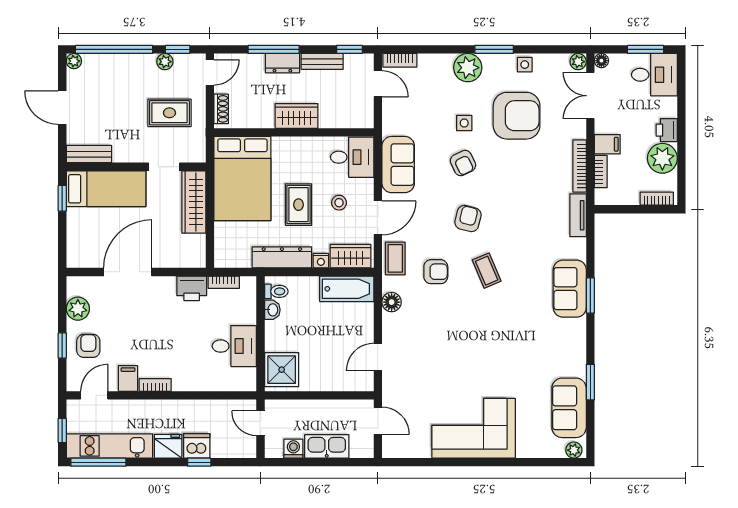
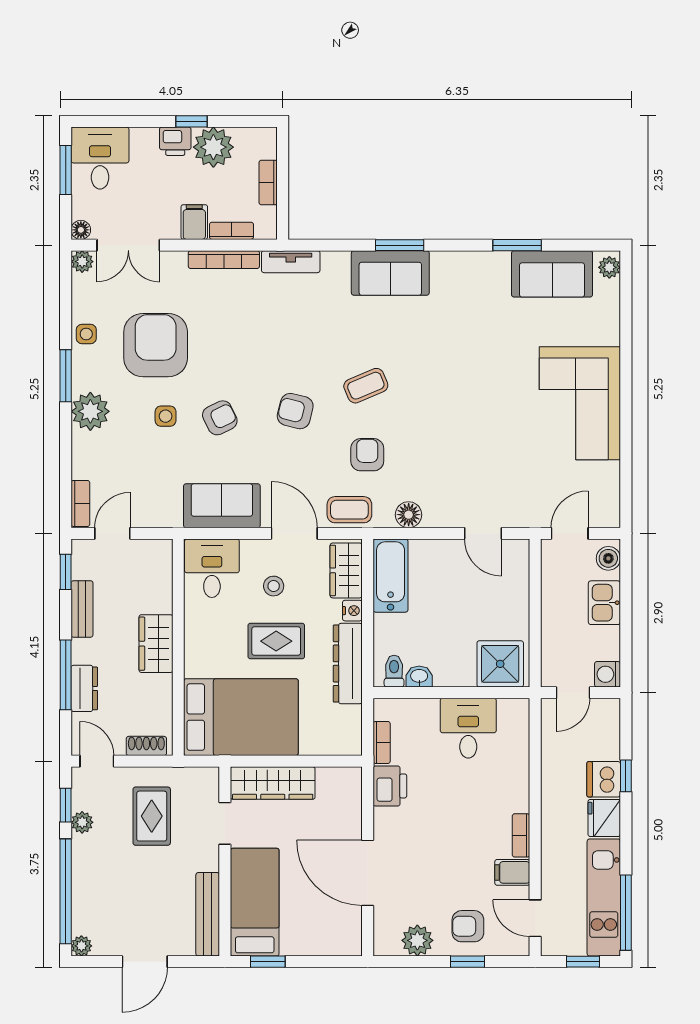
dresser: (282, 63) -> (84, 688), moved
window: (681, 142) -> (192, 121), added
bench: (89, 154) -> (208, 914), width x1.36
bookcase: (657, 199) -> (268, 182), moved
kitchen sink: (327, 446) -> (604, 603), width x0.73
washing machine: (293, 449) -> (607, 674), moved
boiler: (359, 449) -> (608, 558), added

